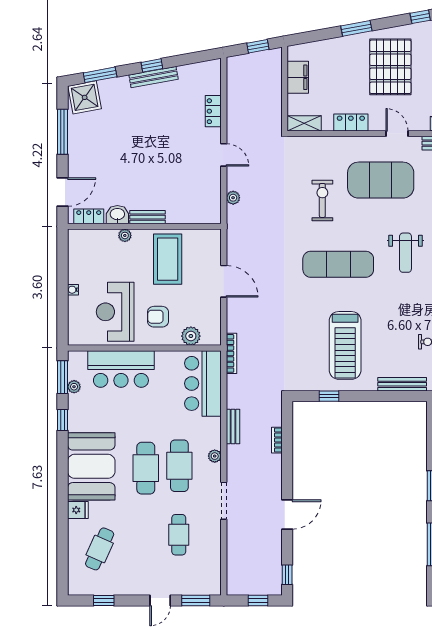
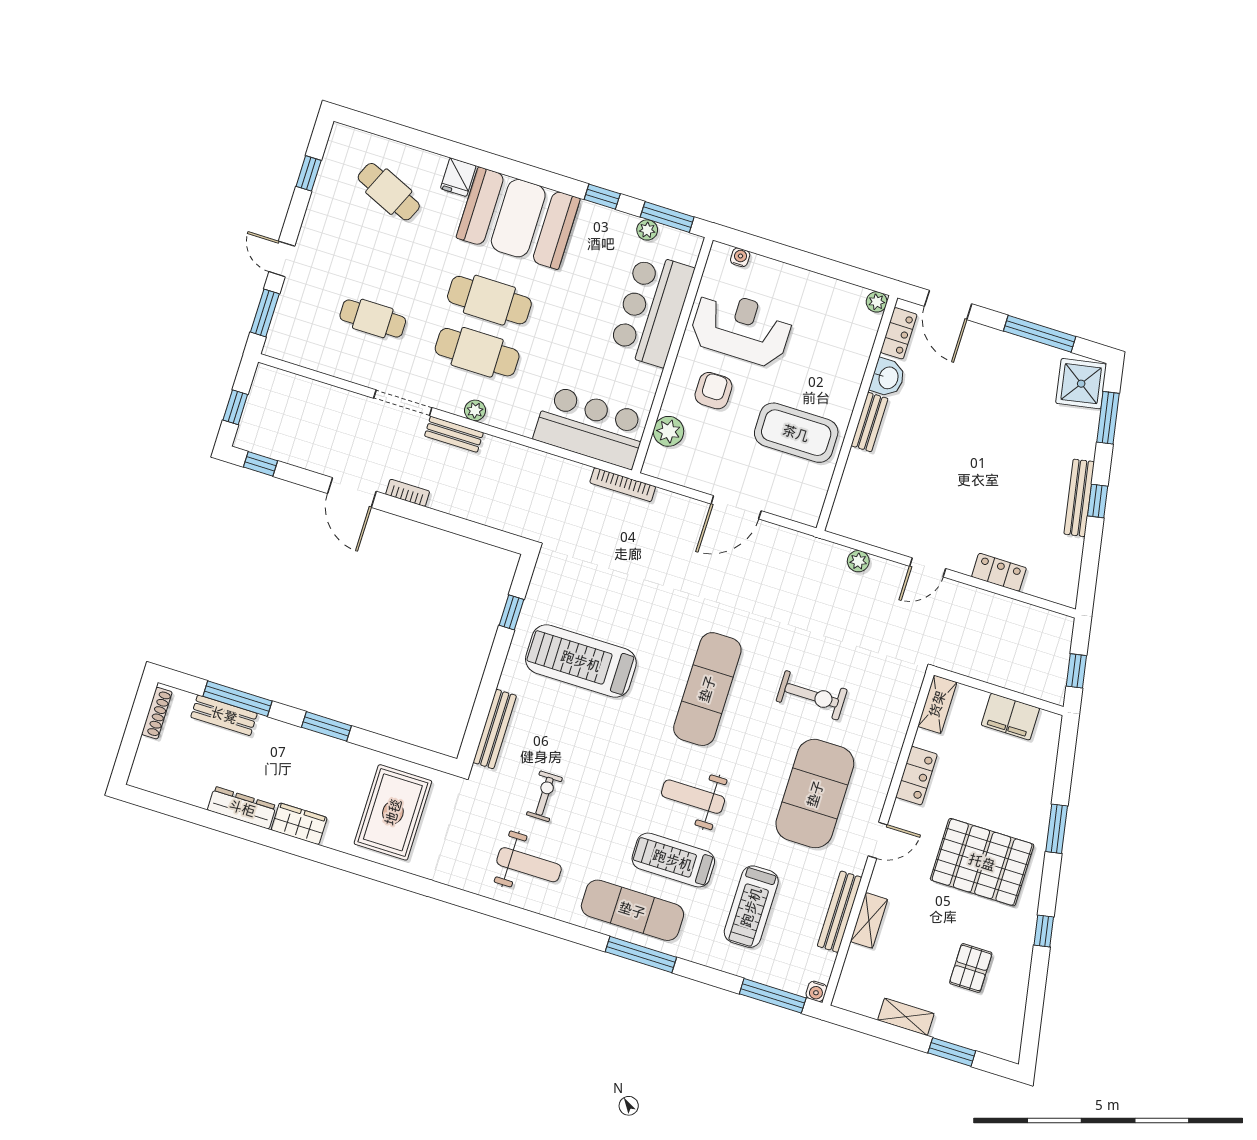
plant: (125, 235) -> (877, 302), moved
water cooler: (73, 290) -> (740, 257), moved
bench: (233, 426) -> (454, 434), moved
bookcase: (277, 440) -> (408, 493), moved

